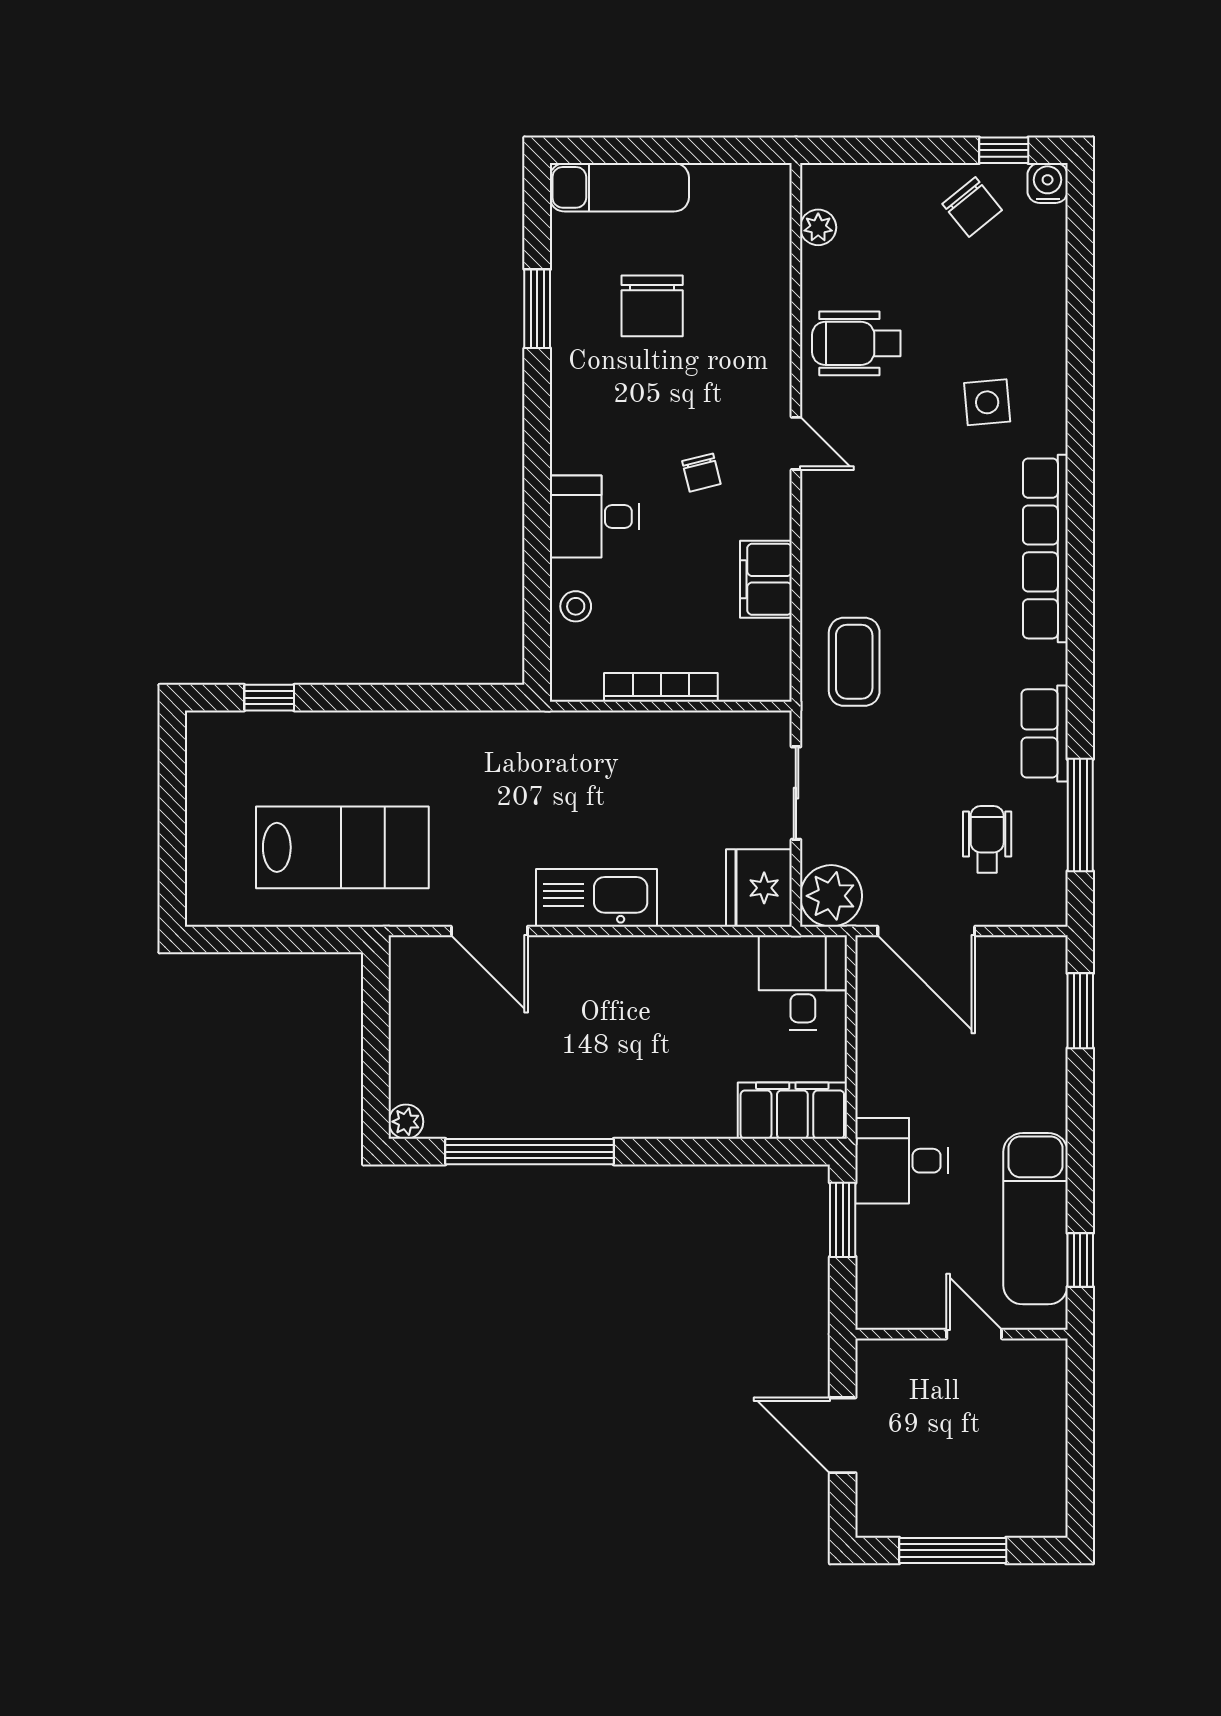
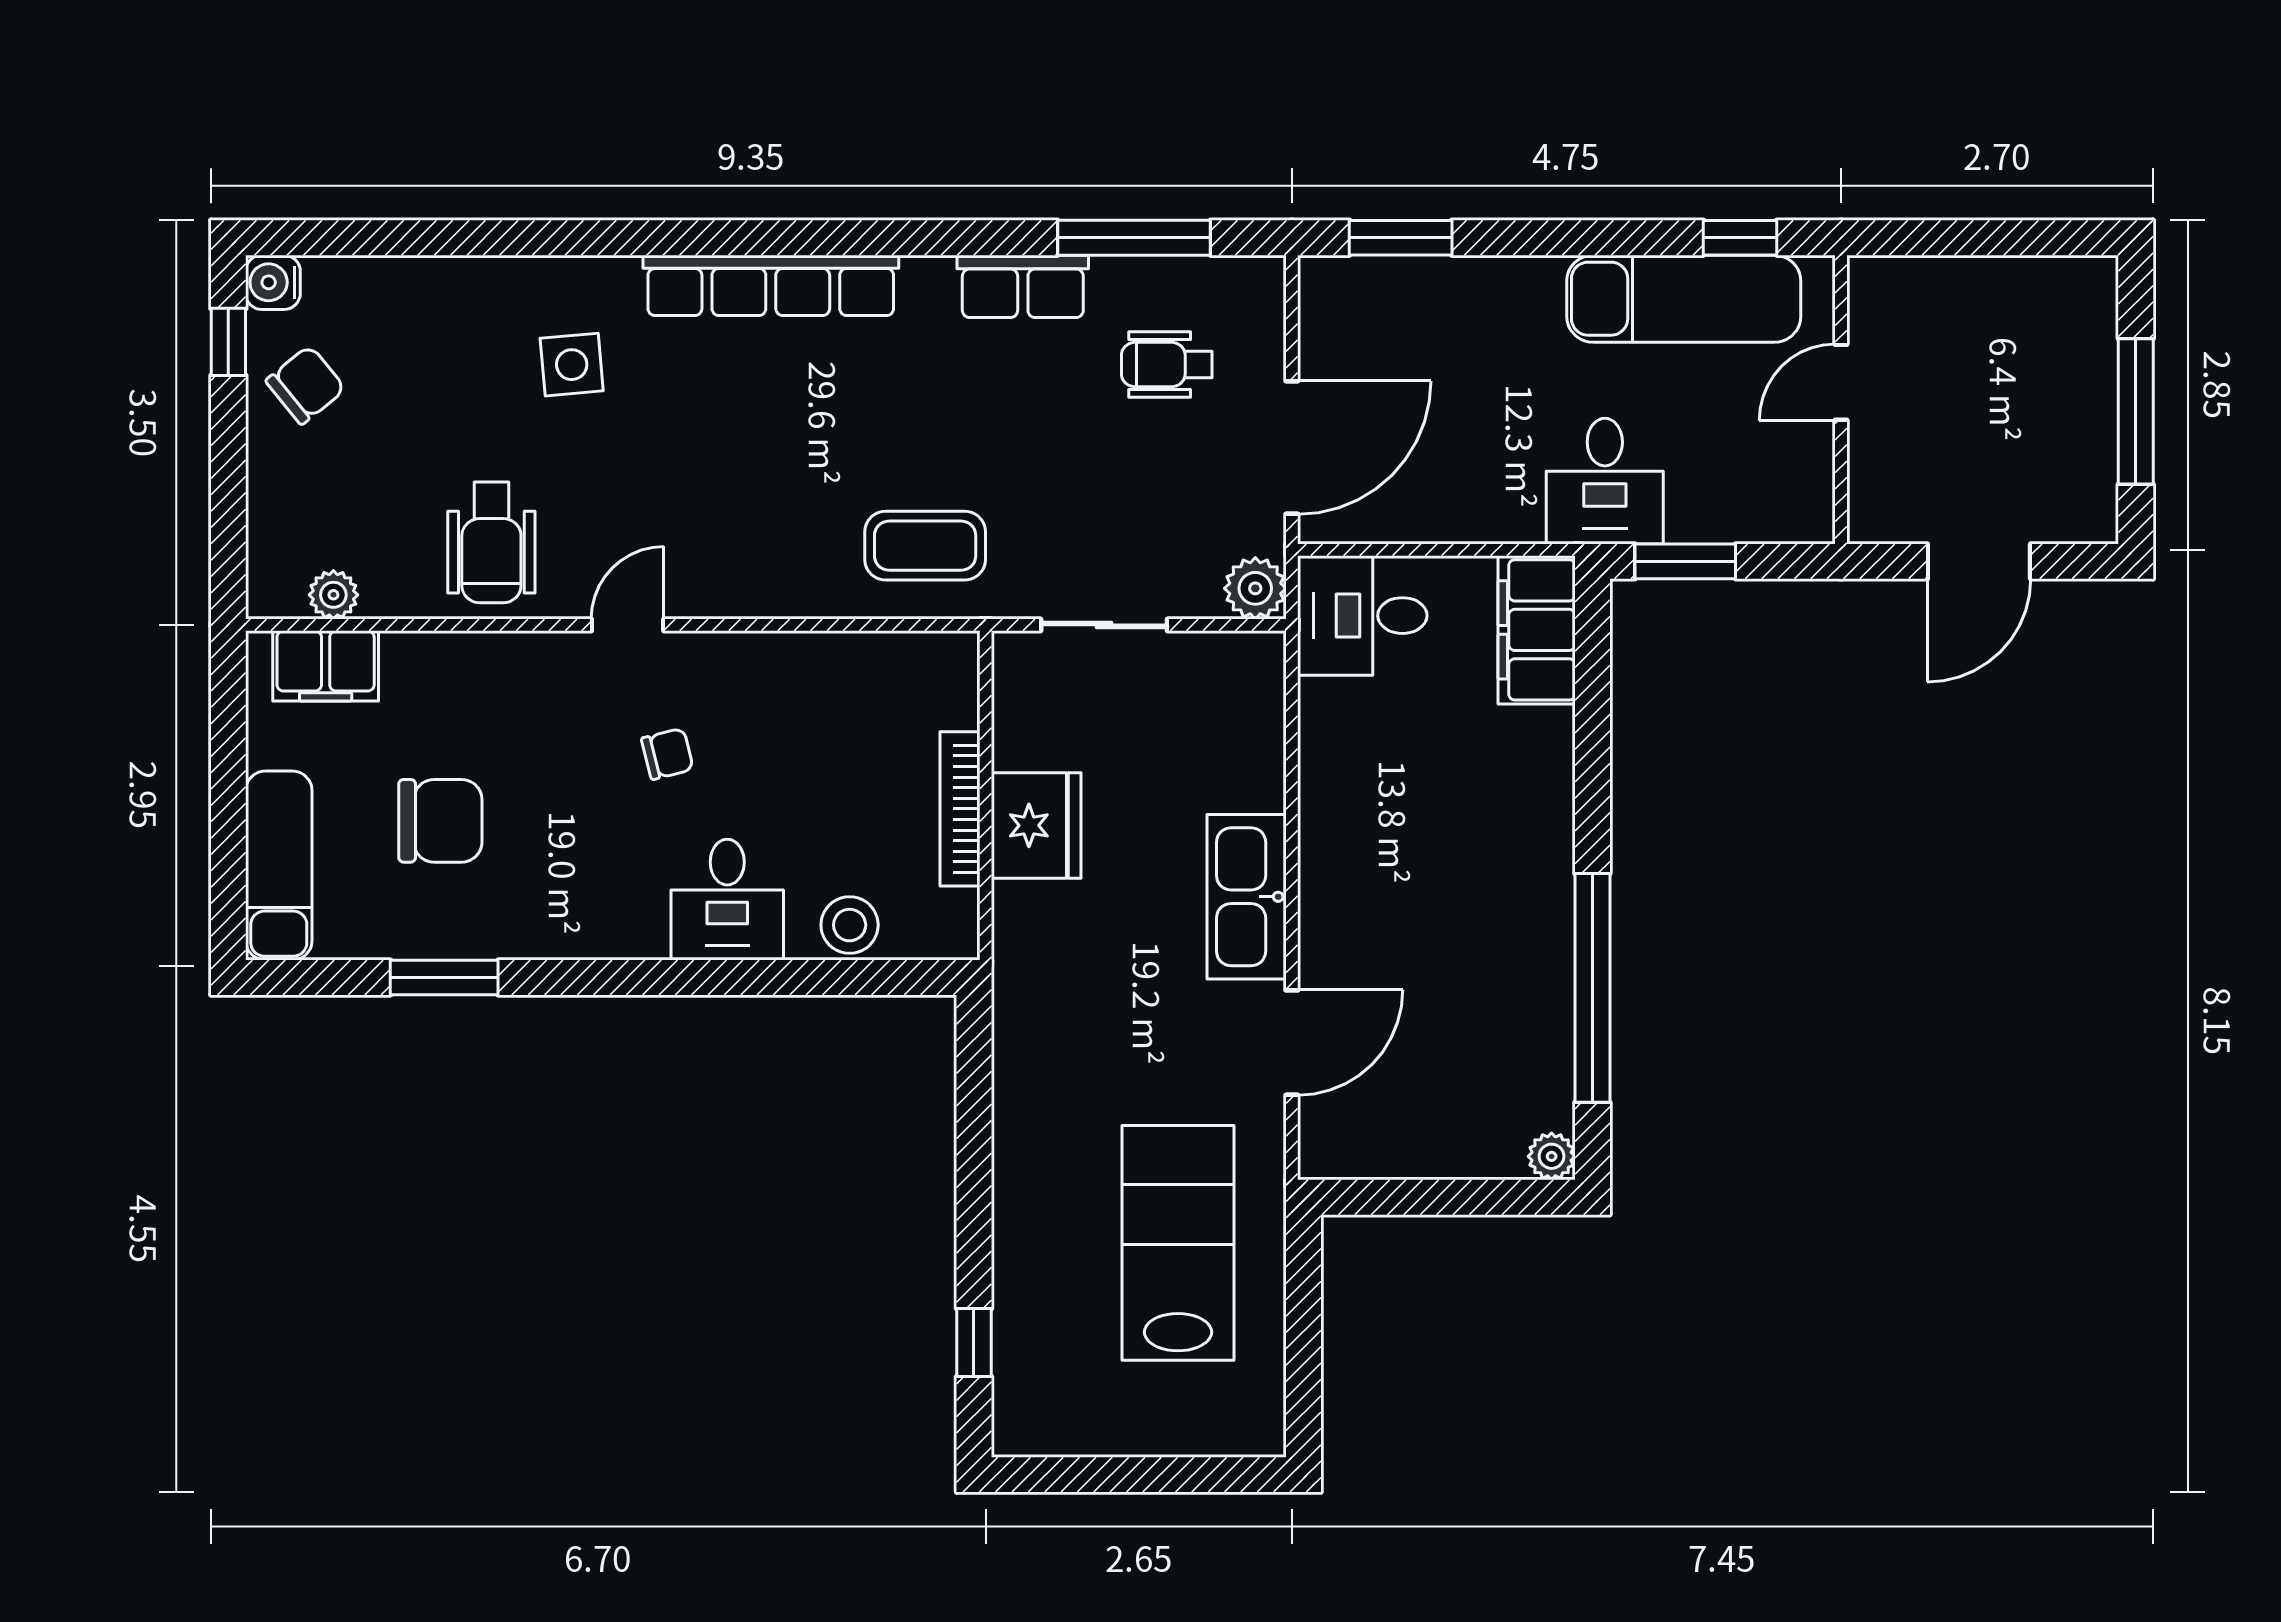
filing cabinet: (766, 579) -> (326, 666), moved
stool: (576, 606) -> (850, 925), width x1.37, depth x1.37
fridge: (759, 888) -> (1036, 825), moved, turned -90
plant: (831, 896) -> (1255, 588), width x0.73, depth x0.73

